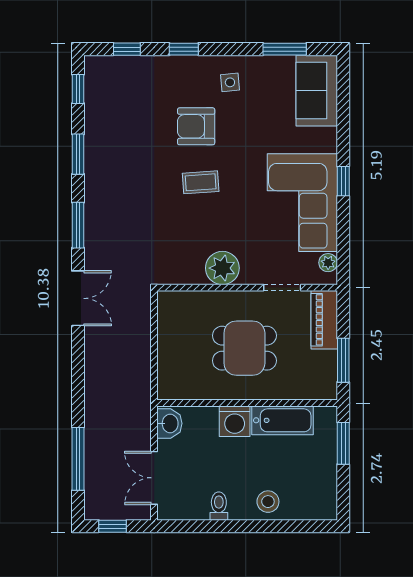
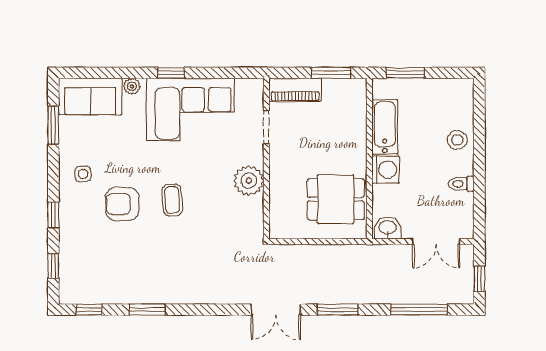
armchair: (196, 126) -> (122, 204), turned 90
window: (78, 225) -> (338, 310), moved
plant: (328, 263) -> (132, 86), moved
double door: (78, 298) -> (276, 310), swing flipped
dining table: (244, 348) -> (336, 199), moved, turned 90

